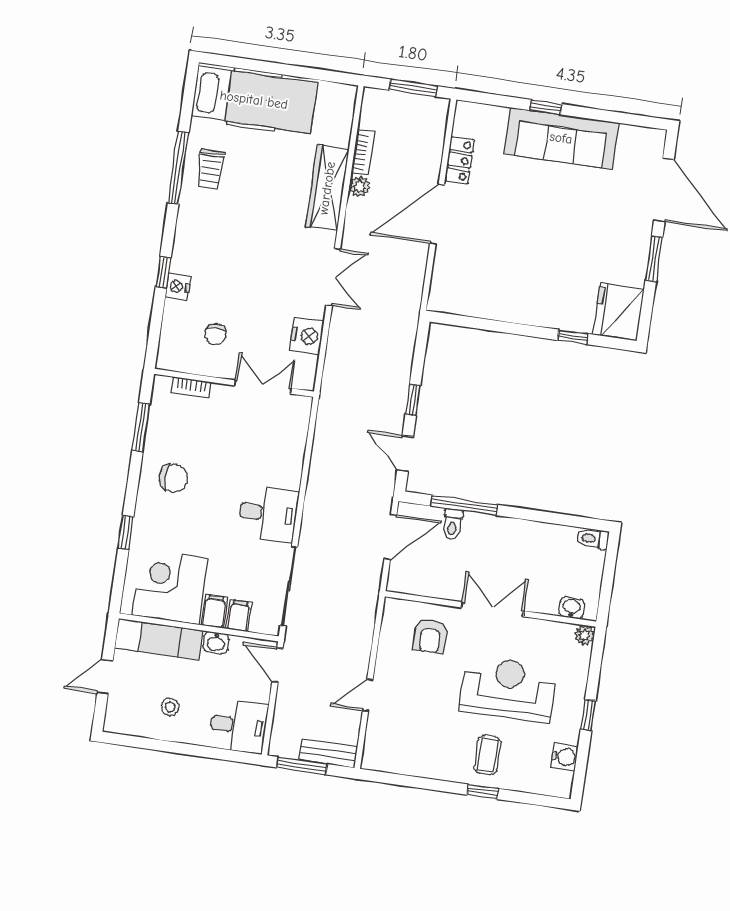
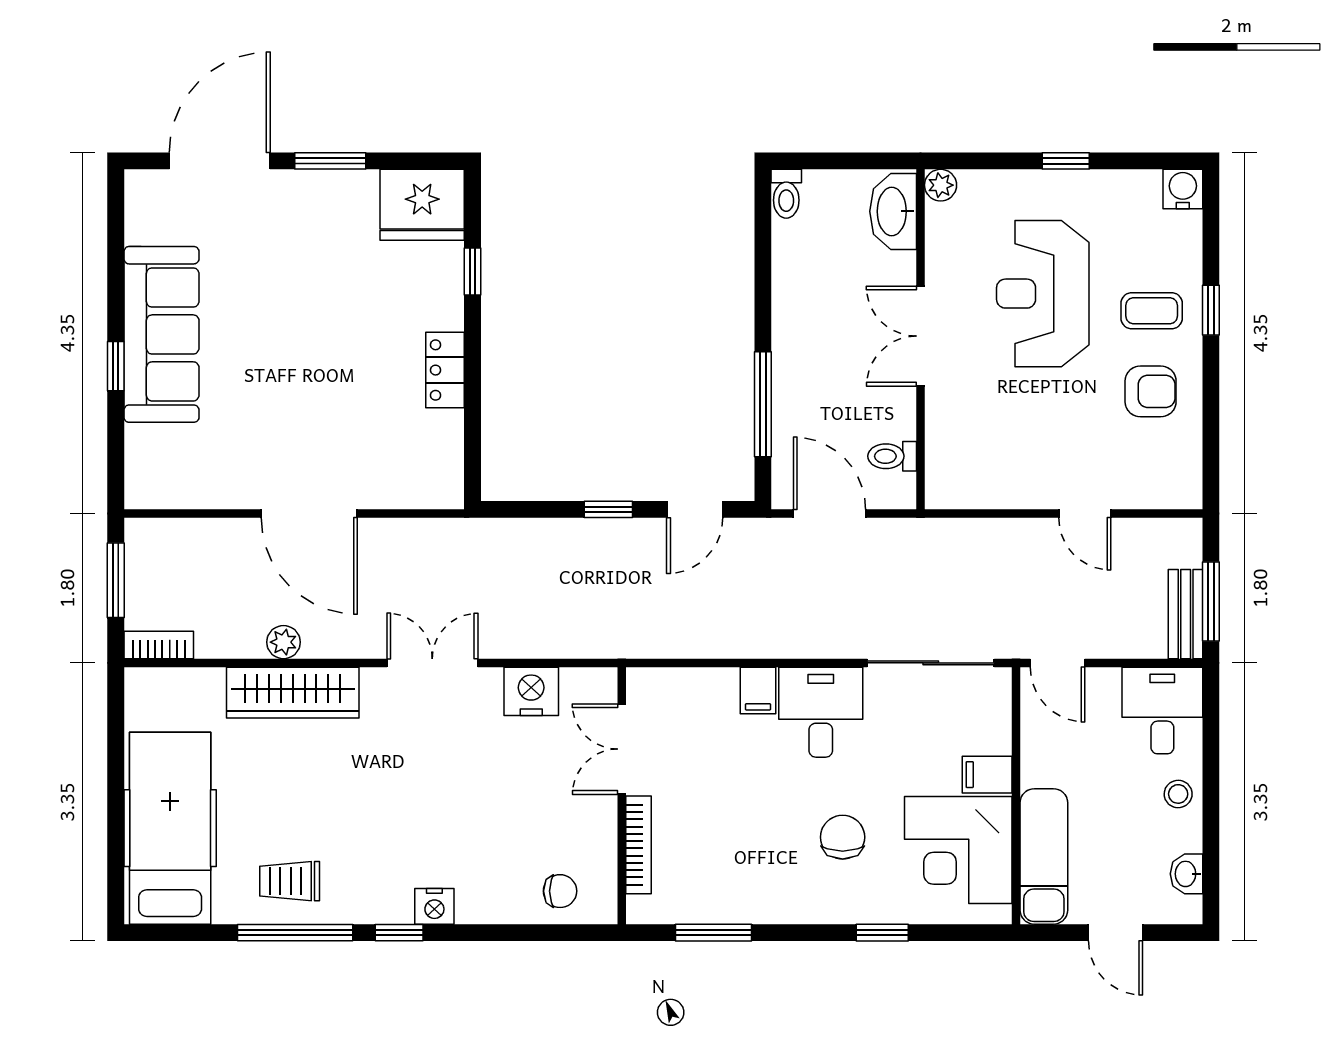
bookcase: (363, 152) -> (159, 645), moved
locker: (460, 160) -> (445, 370), moved, turned -90
trolley: (211, 169) -> (290, 881), turned 180
window: (163, 272) -> (399, 933), moved
nightstand: (178, 287) -> (434, 906), moved
chair: (215, 334) -> (560, 891), moved
bookcase: (191, 387) -> (639, 845), width x1.56
chair: (174, 478) -> (843, 837), moved
toilet: (453, 524) -> (892, 456), moved, turned 180
washbasin: (572, 608) -> (893, 211), width x1.91, depth x1.45
filing cabinet: (239, 616) -> (758, 690), moved, turned -90
armchair: (430, 636) -> (1151, 391), moved
washbasin: (216, 643) -> (1186, 874), moved, turned 180
door: (277, 665) -> (1057, 663), hinge flipped
stool: (170, 707) -> (1178, 794), moved
bench: (328, 753) -> (1186, 614), moved
water cooler: (564, 757) -> (1183, 189), moved

